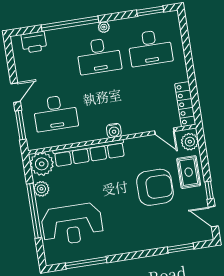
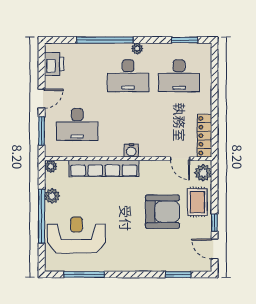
printer: (34, 42) -> (54, 64), moved, turned -90
plant: (42, 164) -> (51, 166), width x0.53, depth x0.53
reception desk: (72, 224) -> (76, 235), turned 180

